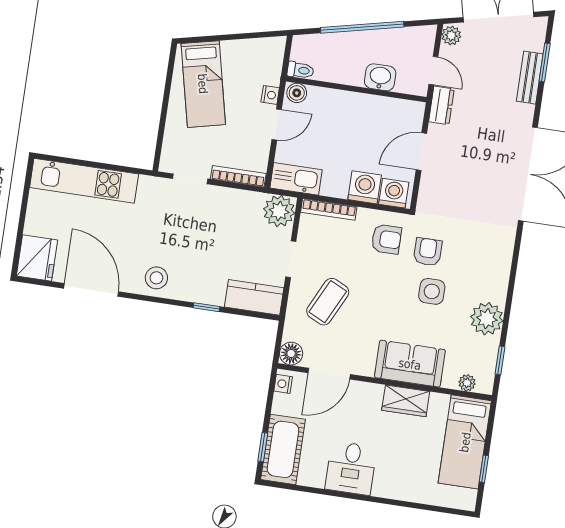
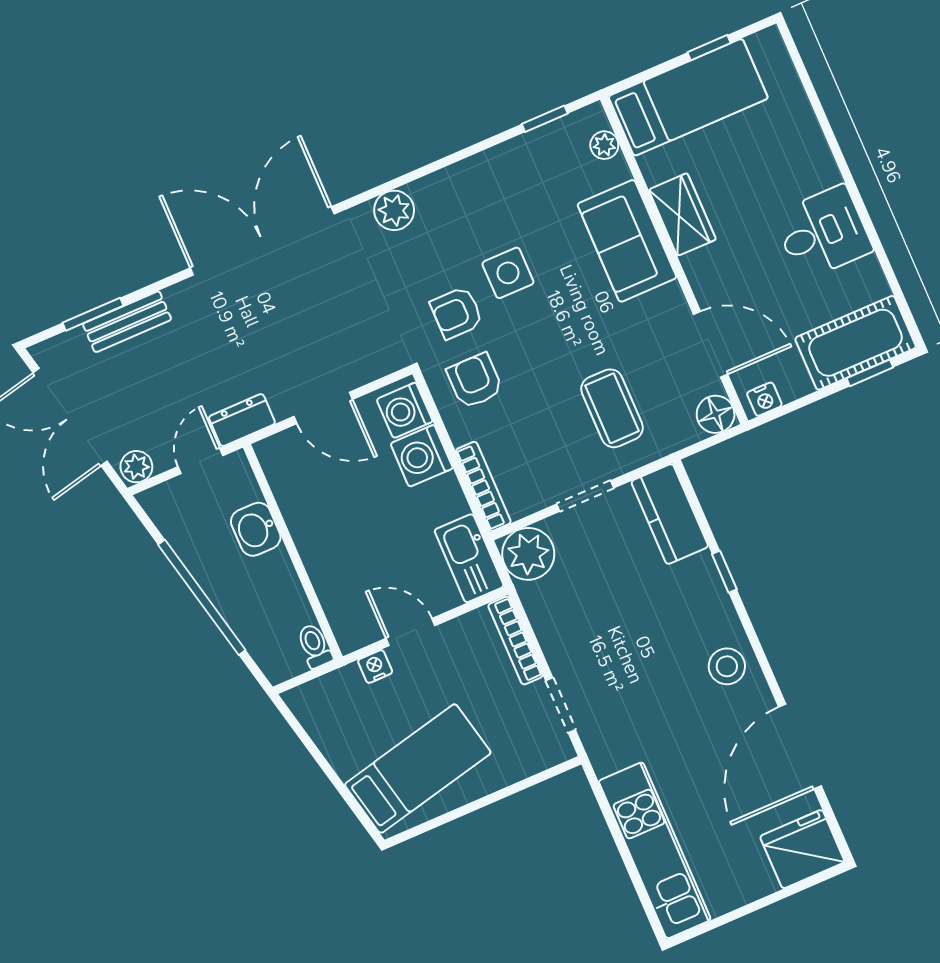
boiler: (297, 93) -> (349, 631), removed
coffee table: (328, 302) -> (612, 408), turned 64
plant: (487, 319) -> (394, 210), moved, width x0.73, depth x0.73

